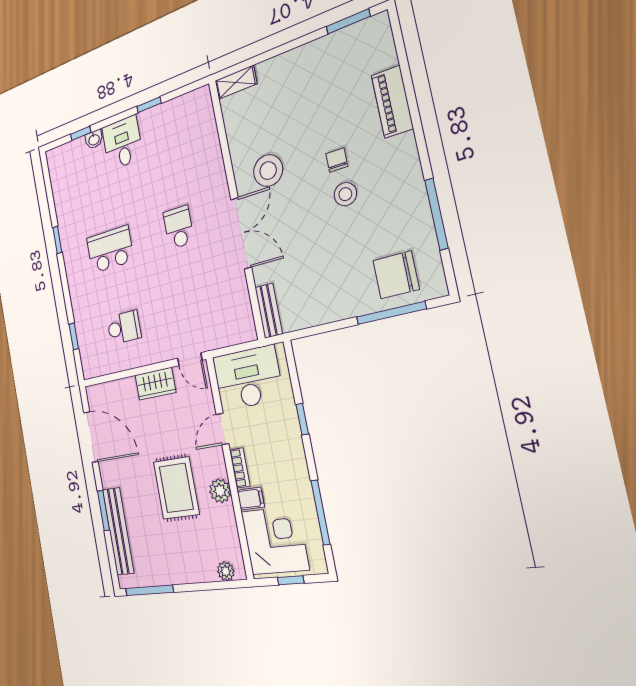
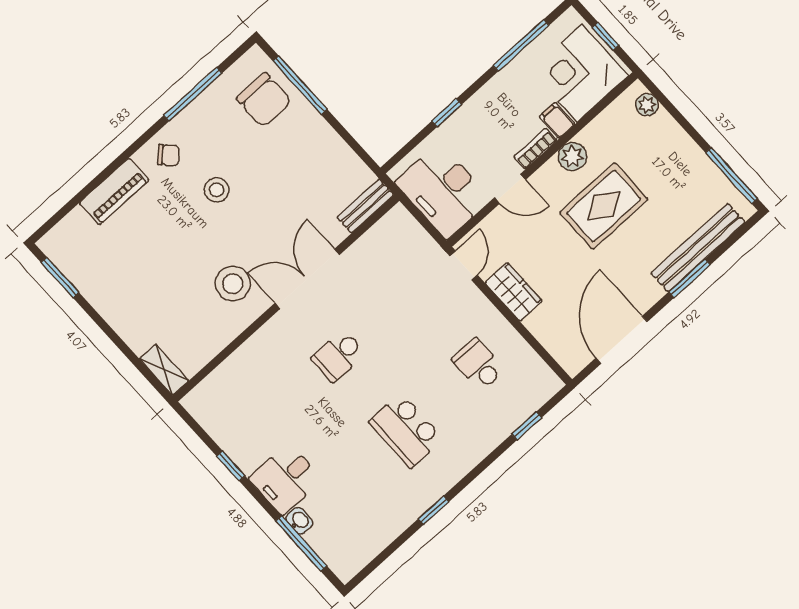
window: (81, 133) -> (301, 544), width x2.17
chair: (337, 160) -> (168, 155), moved, turned -134

